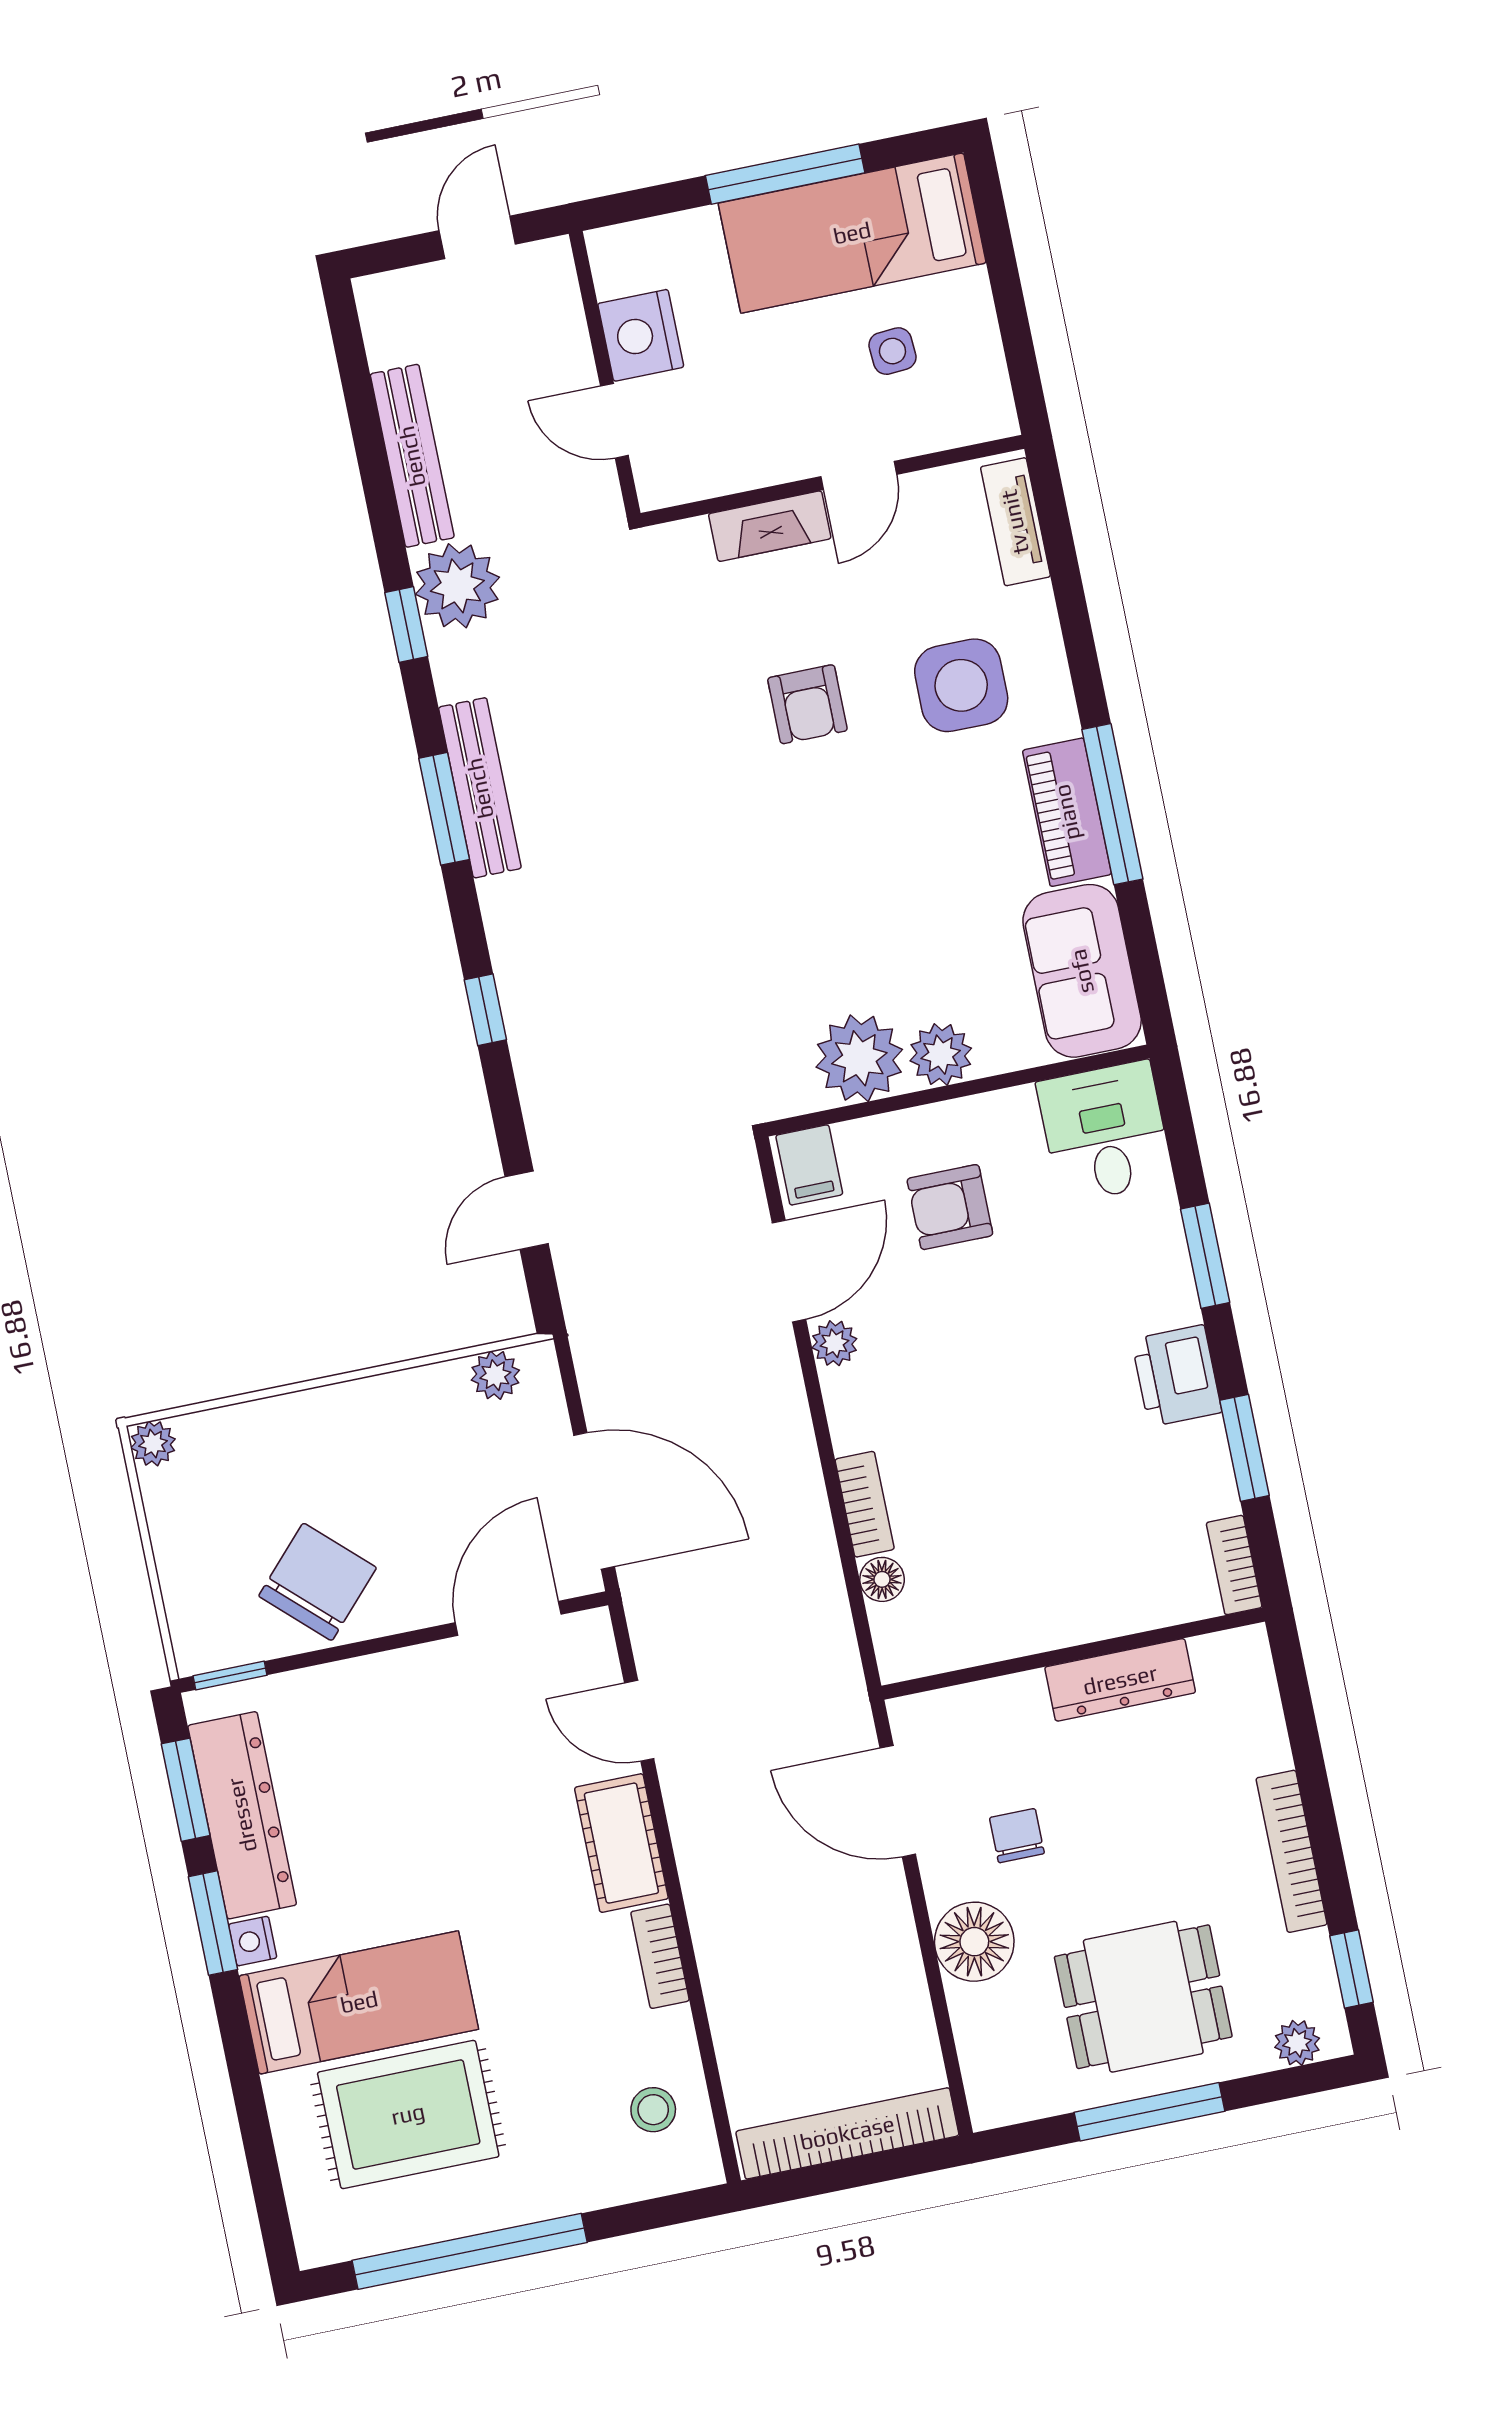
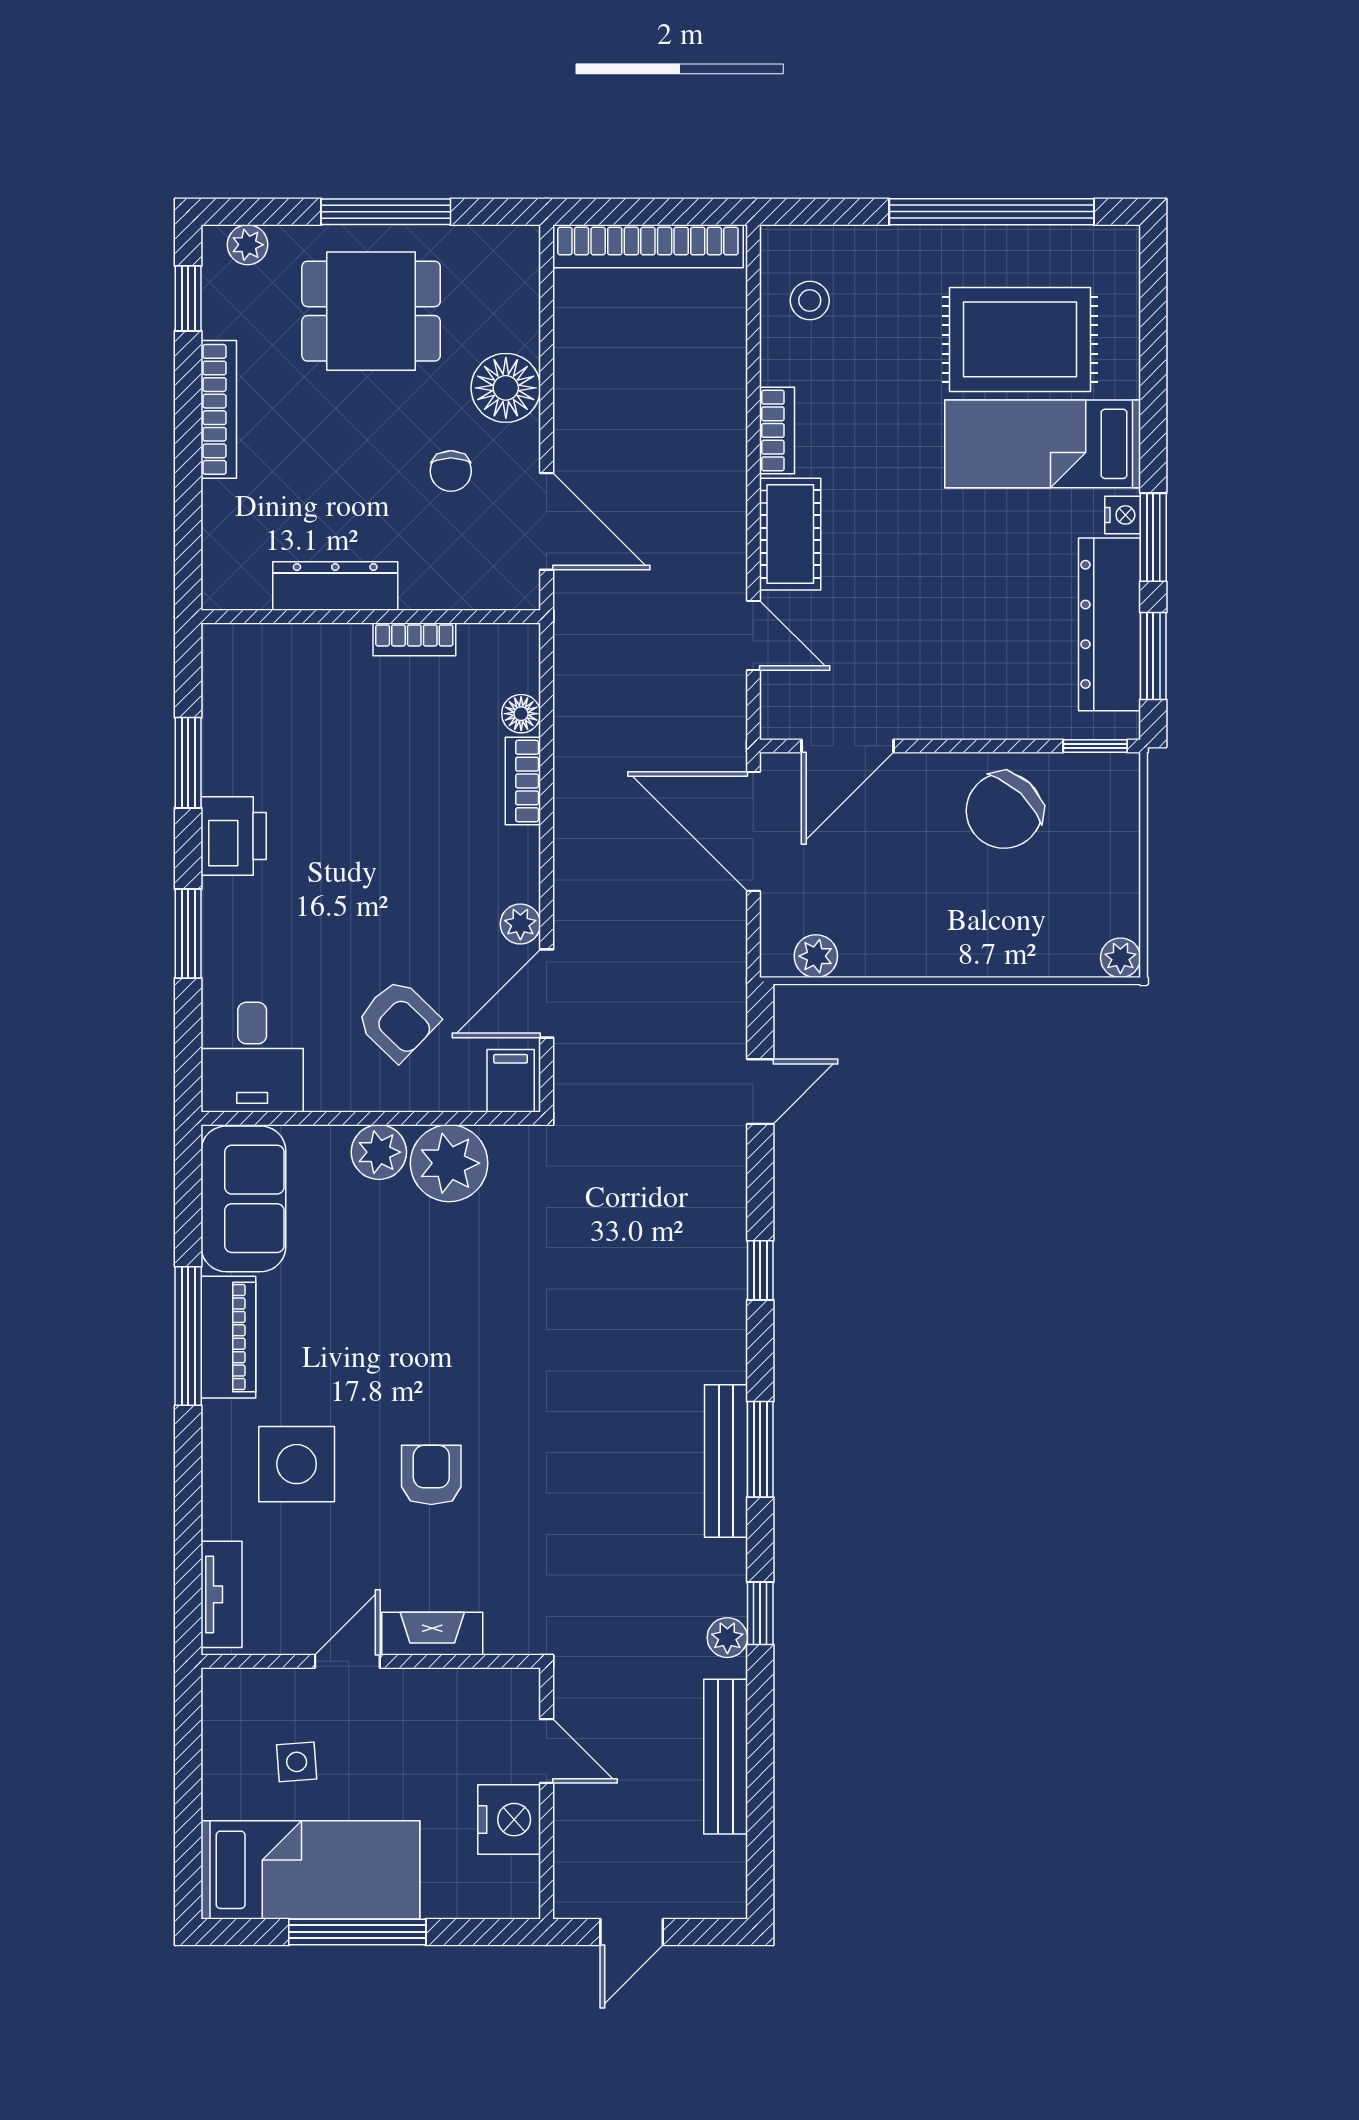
plant: (457, 586) -> (727, 1638), width x0.53, depth x0.53
armchair: (950, 1207) -> (398, 1020), turned 44
bookcase: (1234, 1565) -> (414, 639), moved, turned 90

